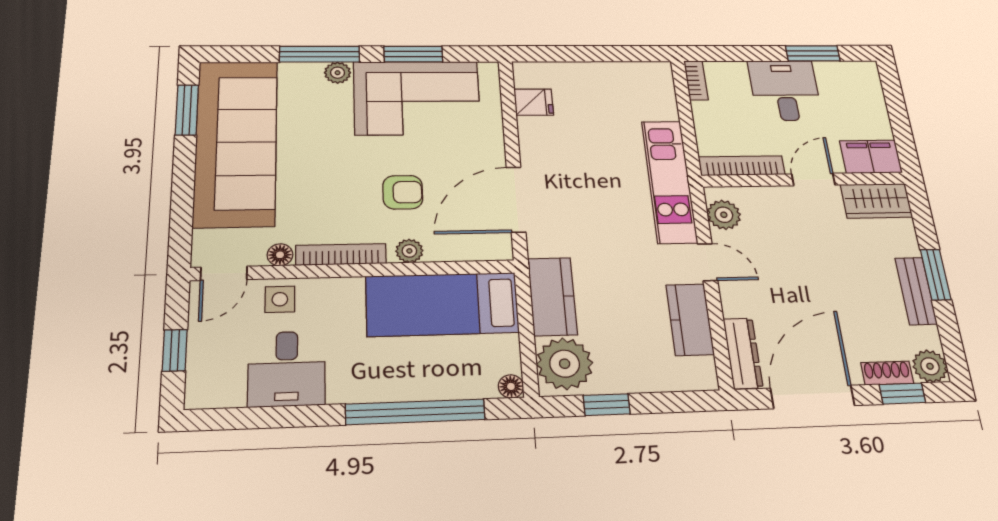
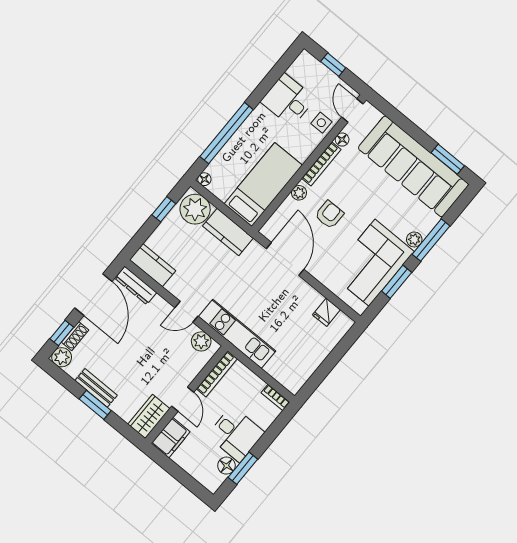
floor lamp: (830, 72) -> (226, 466), added
armchair: (403, 192) -> (329, 215), turned 180
kitchen counter: (690, 320) -> (153, 265), moved

